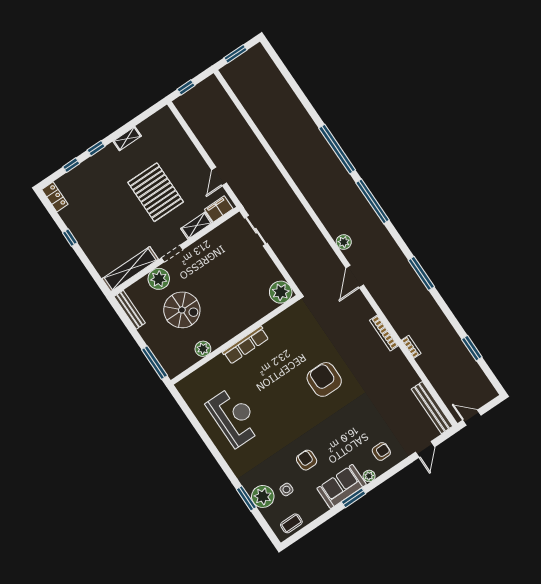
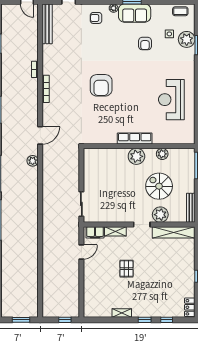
pallet: (156, 192) -> (126, 269), width x0.49, depth x0.50
plant: (281, 292) -> (136, 156), moved

